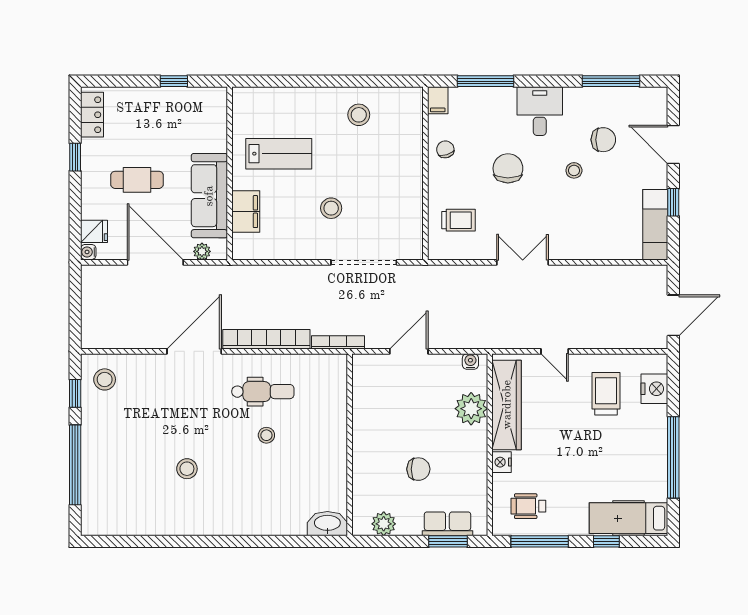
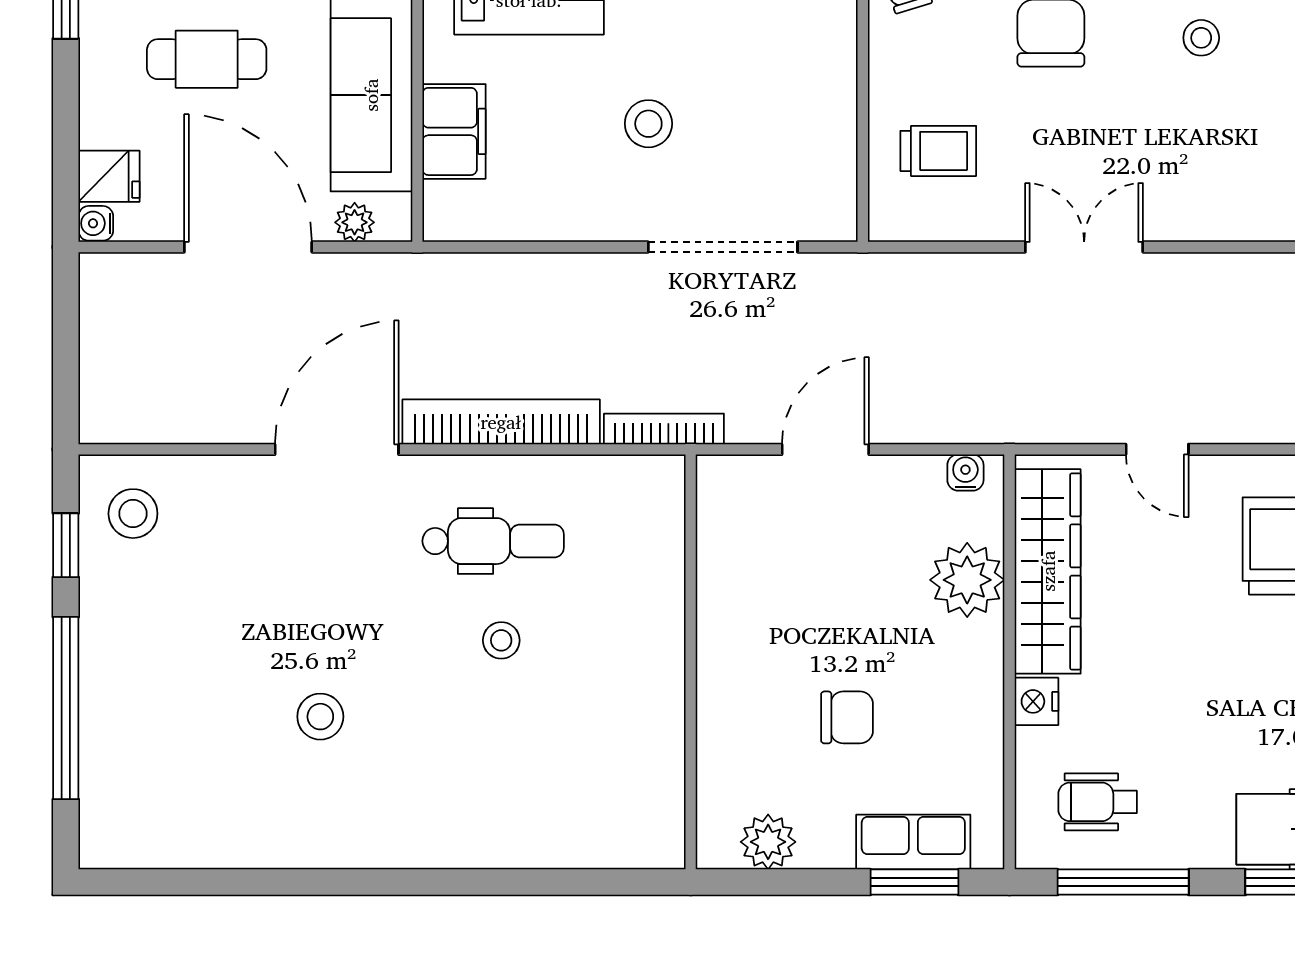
washbasin: (327, 524) -> (640, 841), removed

